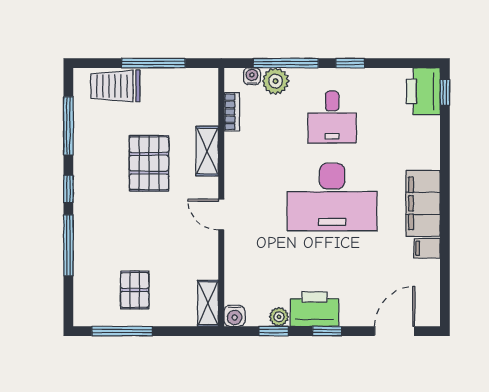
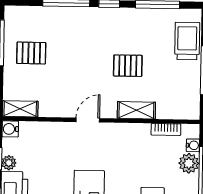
pallet: (149, 163) -> (128, 66), width x0.67, depth x0.71

